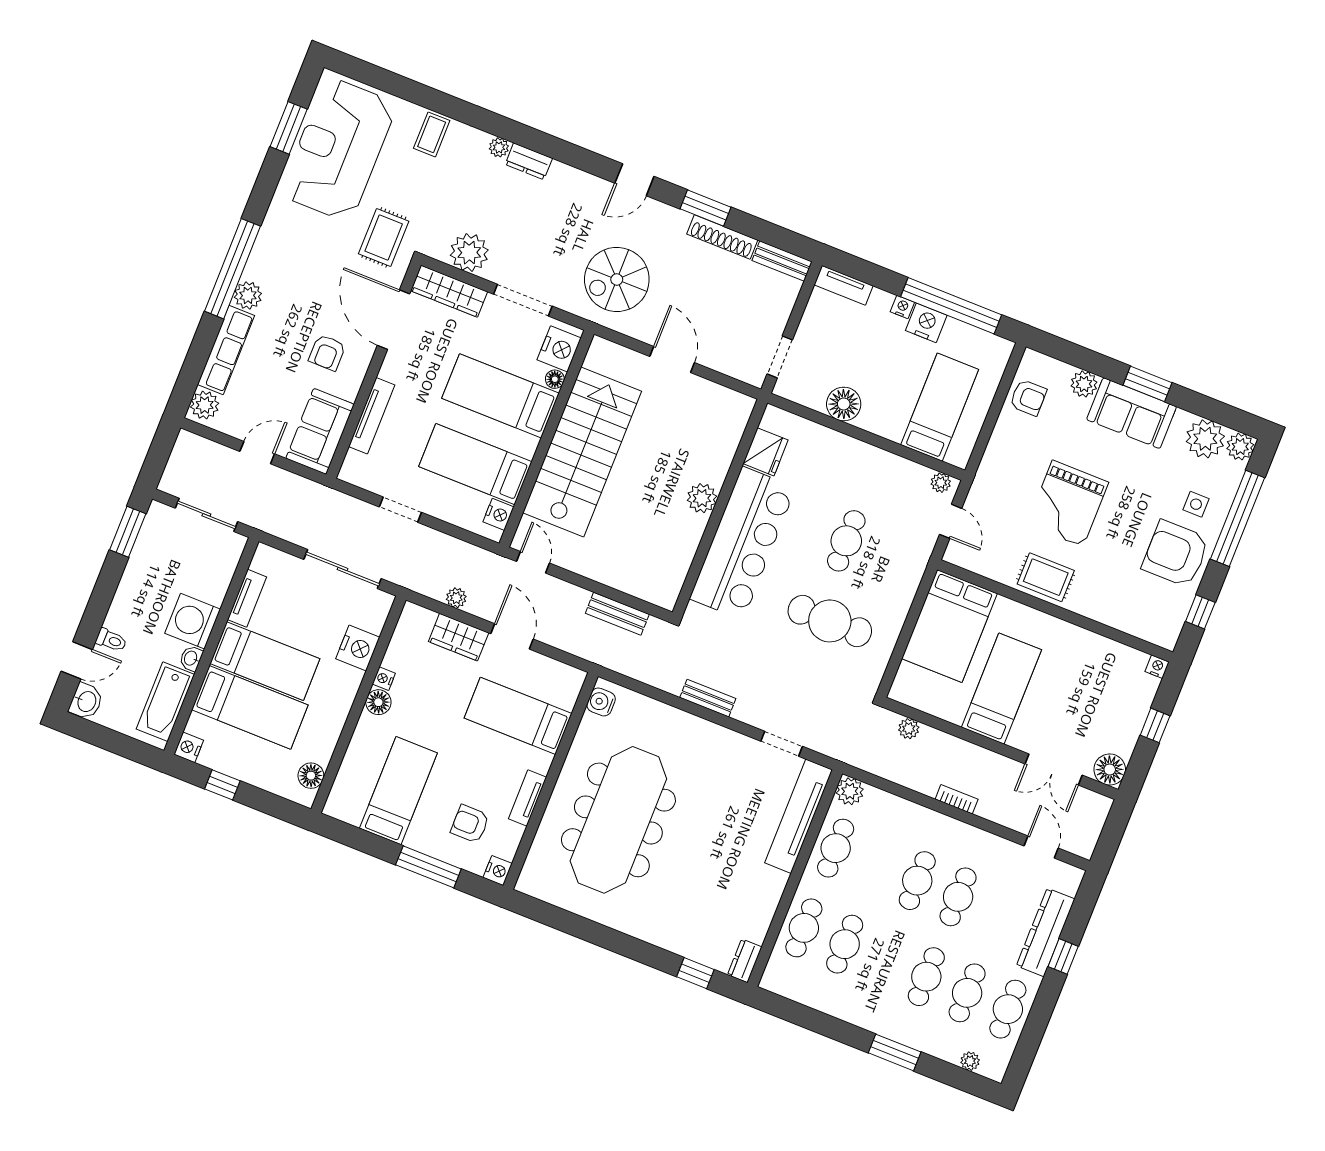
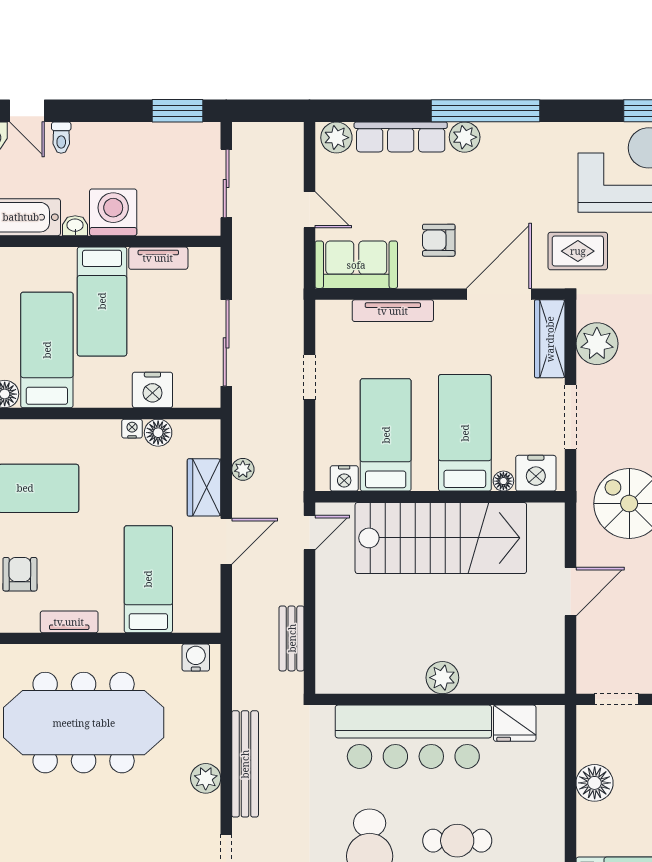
bench: (708, 698) -> (245, 764), width x1.86, depth x1.21
floor lamp: (378, 702) -> (158, 433), moved
bed: (250, 707) -> (47, 350), moved, turned 180
plant: (708, 735) -> (206, 778), added

